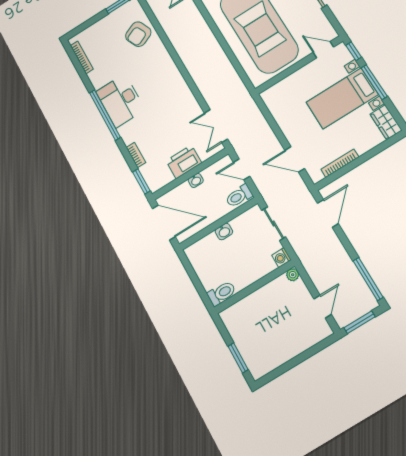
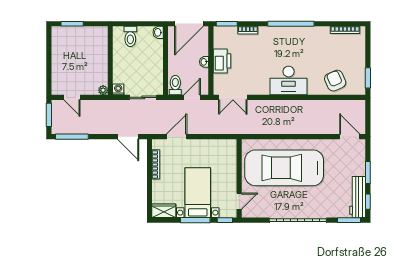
desk: (120, 101) -> (289, 80), moved, turned 180
double door: (216, 126) -> (233, 97), swing flipped
washbasin: (224, 232) -> (158, 32), moved
toilet: (222, 293) -> (130, 36), moved

